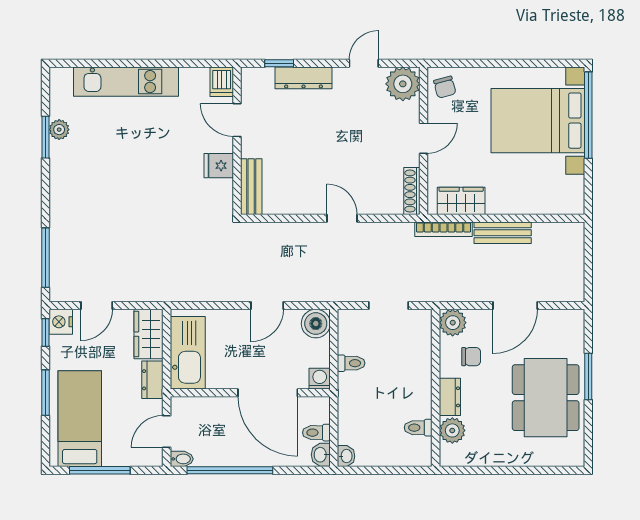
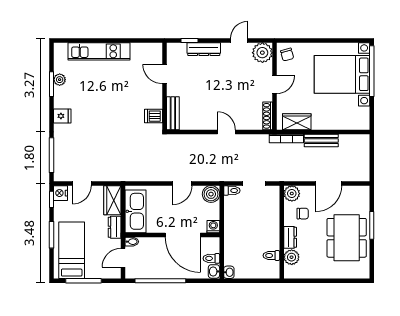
dishwasher: (222, 82) -> (154, 116), moved, turned 90
fridge: (219, 166) -> (62, 116), moved, turned 180
toilet: (351, 363) -> (232, 191), moved
bidet: (182, 459) -> (132, 242), moved

